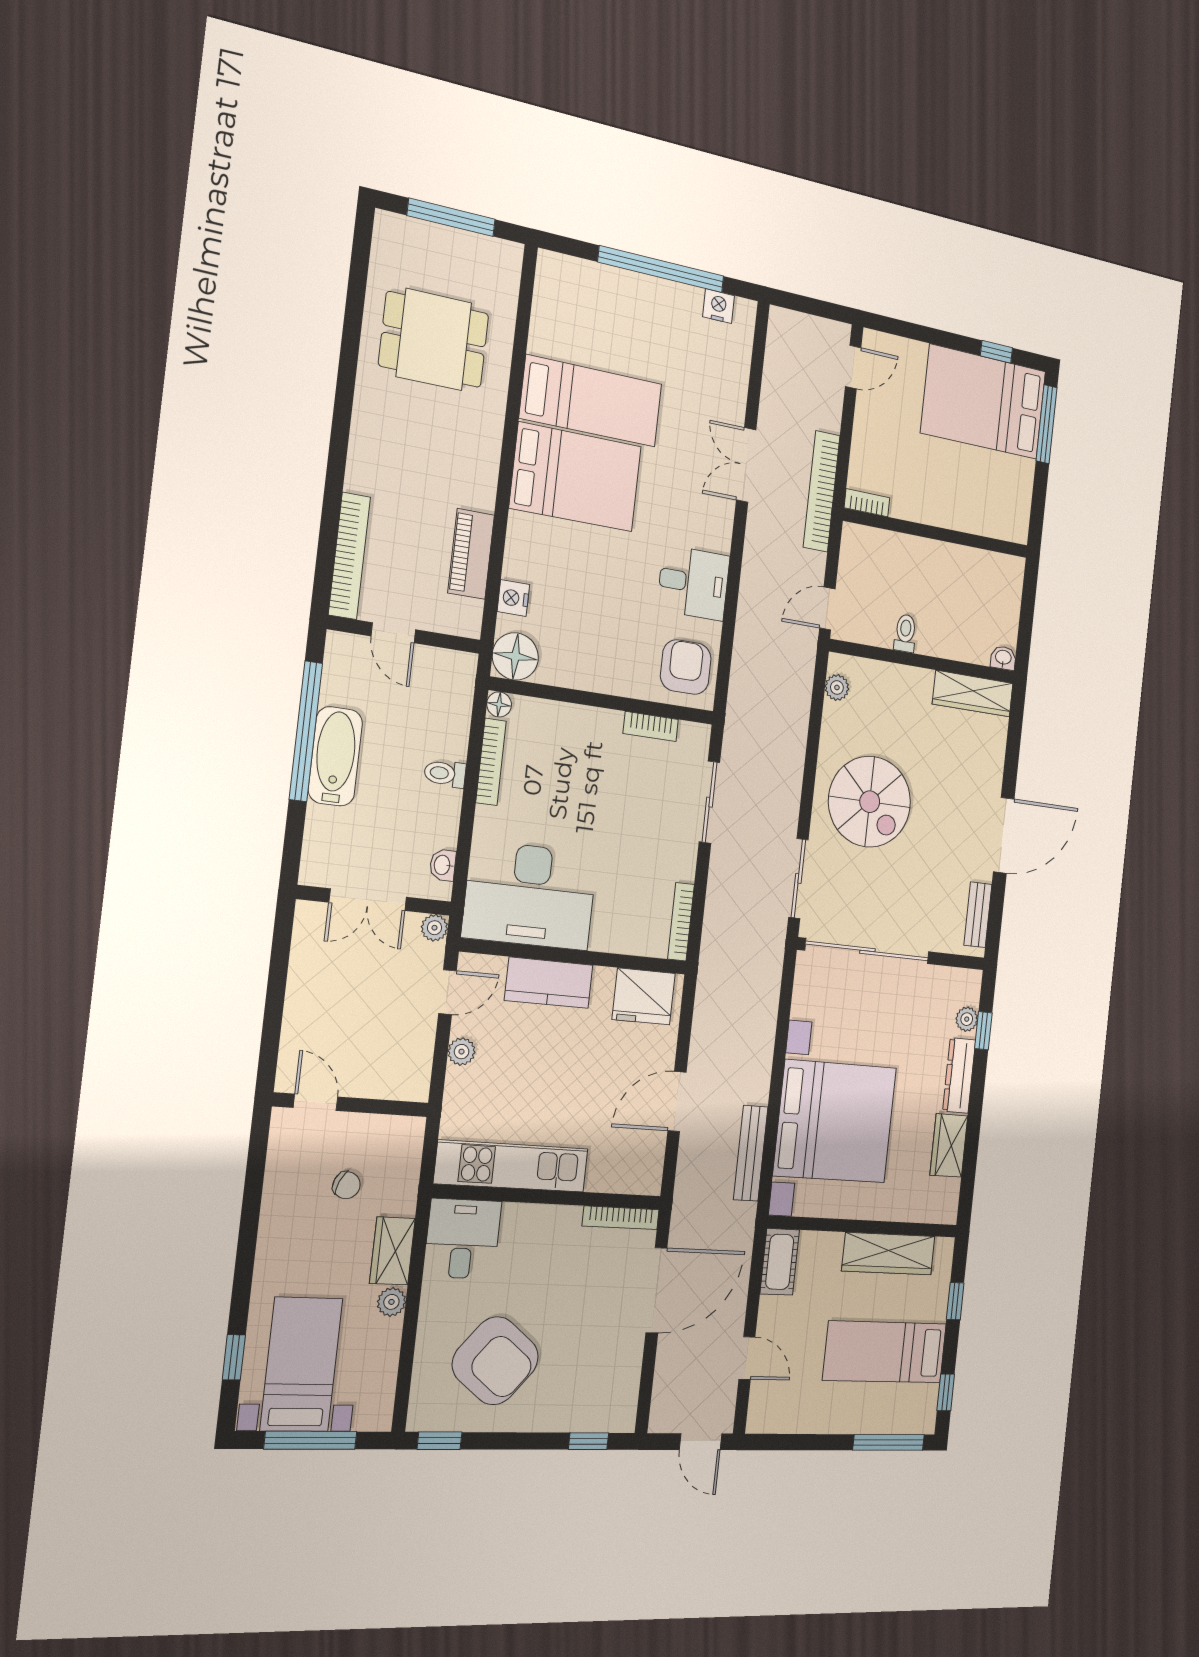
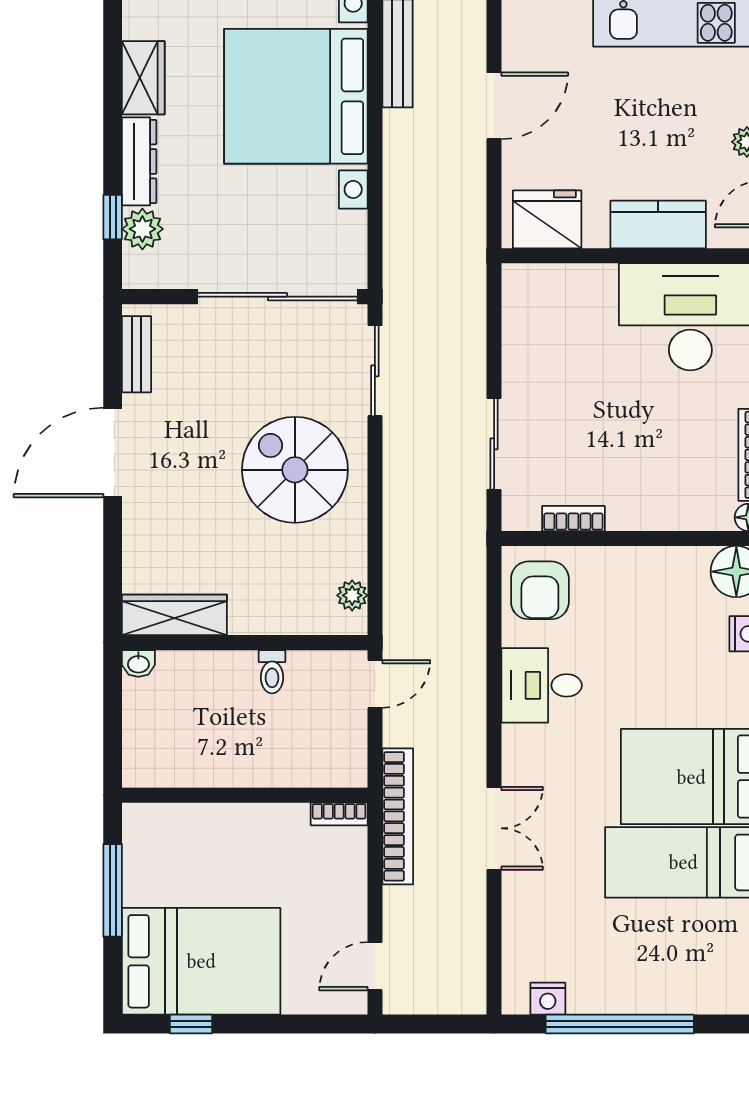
window: (1047, 424) -> (113, 890), moved
bookcase: (681, 922) -> (513, 306), removed
plant: (967, 1019) -> (142, 229), width x1.38, depth x1.38

